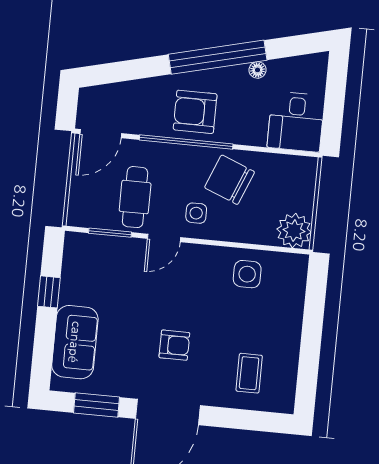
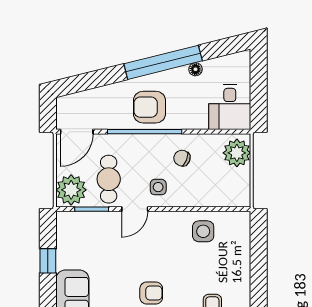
chair: (230, 180) -> (182, 158), width x0.54, depth x0.54
plant: (87, 206) -> (71, 190), added
plant: (294, 231) -> (237, 153), moved

